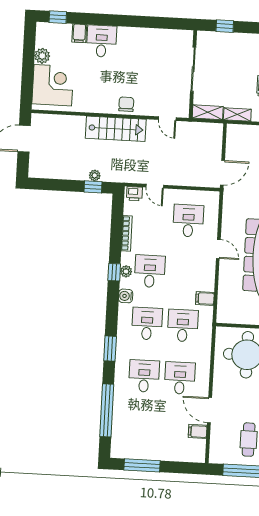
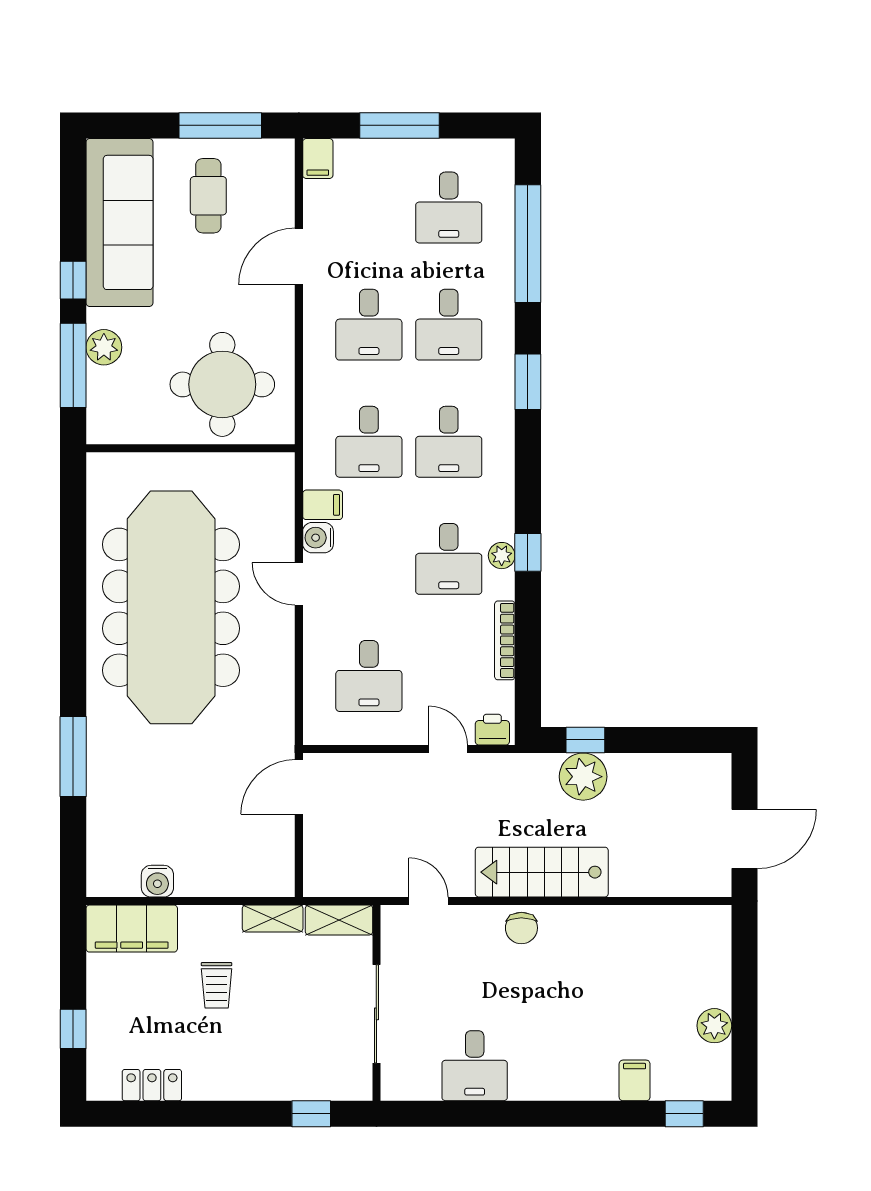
desk: (102, 41) -> (475, 1066), moved
corner desk: (53, 85) -> (687, 962), removed
plant: (95, 175) -> (583, 777), width x1.88, depth x1.88
door: (218, 249) -> (299, 584), moved
water cooler: (126, 296) -> (318, 538), moved, turned 180
door: (210, 410) -> (299, 256), swing flipped
desk: (141, 428) -> (449, 208), added
filing cabinet: (198, 431) -> (318, 159), moved, turned 90
window: (142, 465) -> (399, 125), moved

